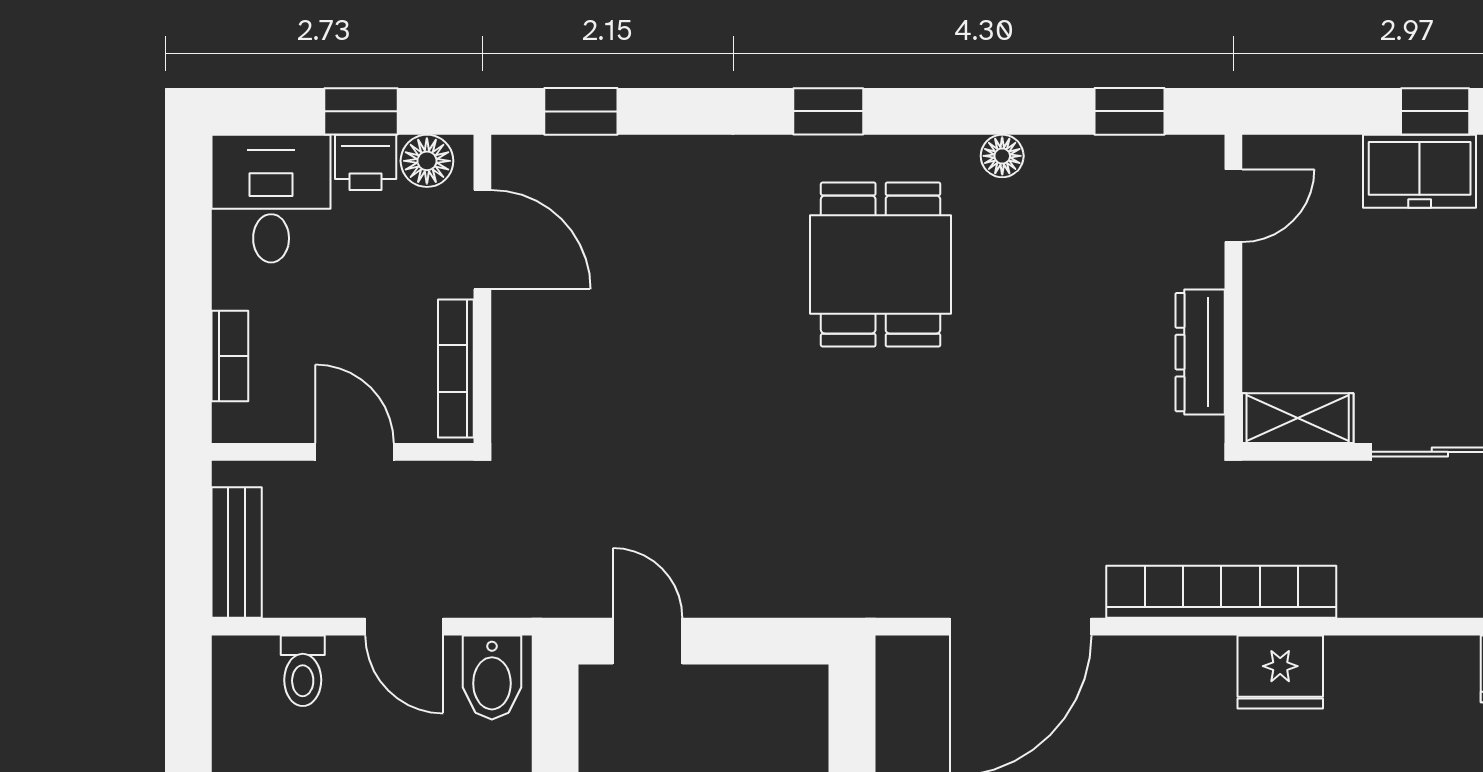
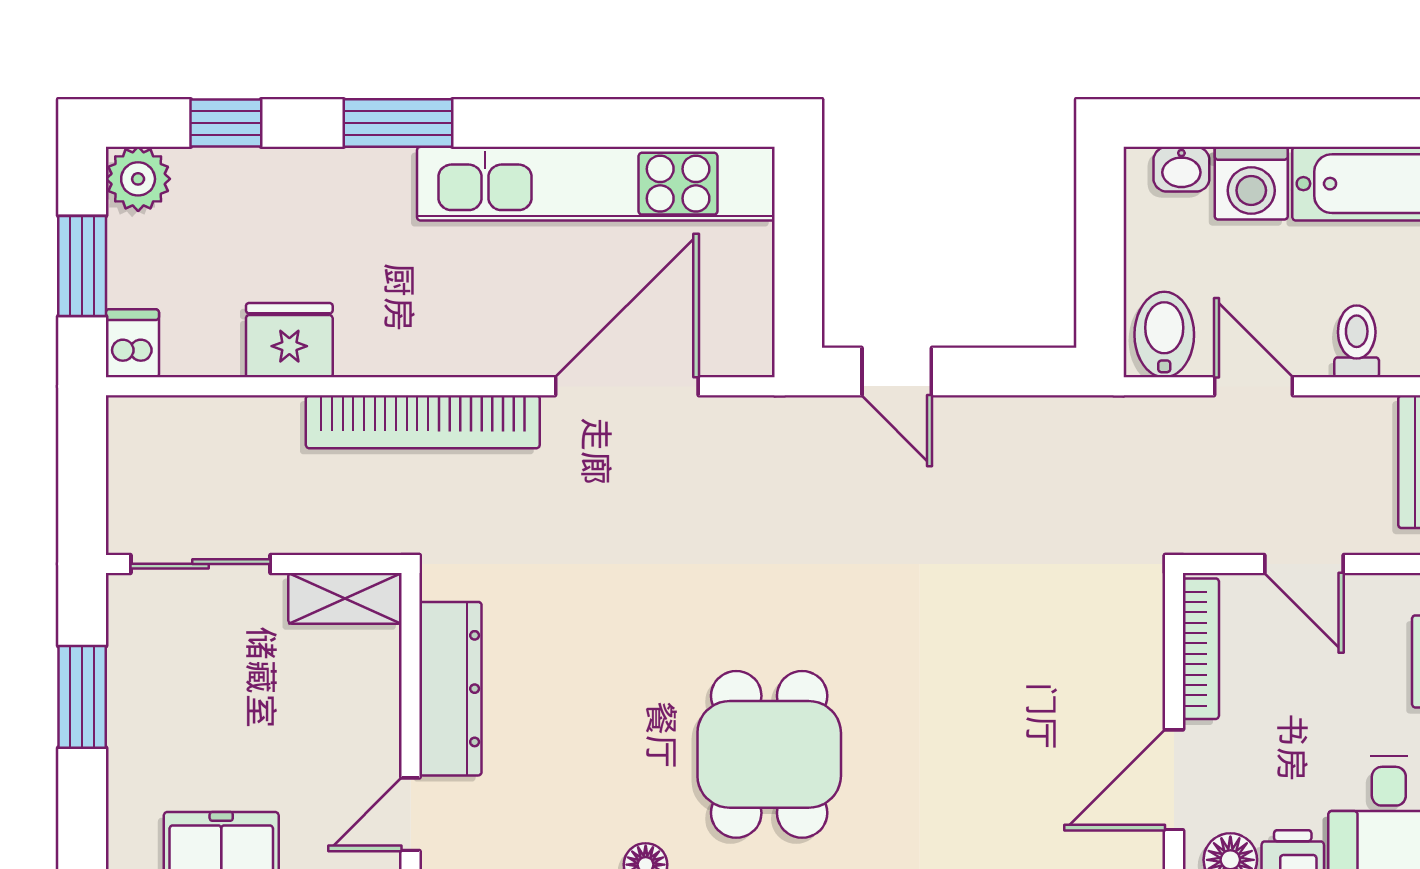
door: (482, 240) -> (1174, 780), hinge flipped
dresser: (1200, 352) -> (450, 689), width x1.37, depth x1.24
door: (648, 641) -> (897, 372), moved
fridge: (1280, 672) -> (289, 340), moved

